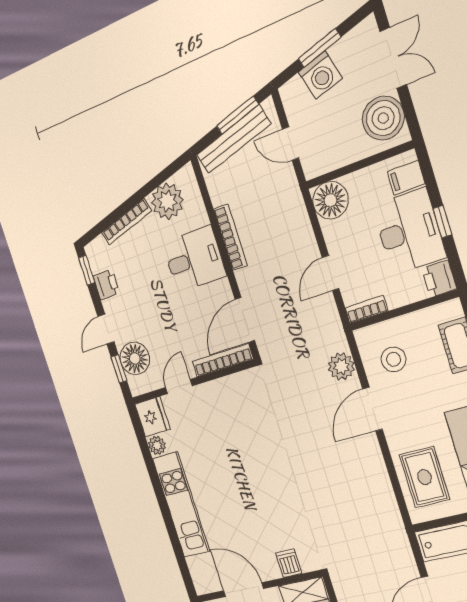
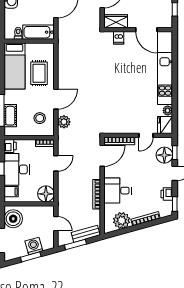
bench: (234, 139) -> (86, 234), width x0.73
rug: (424, 477) -> (39, 73), moved

